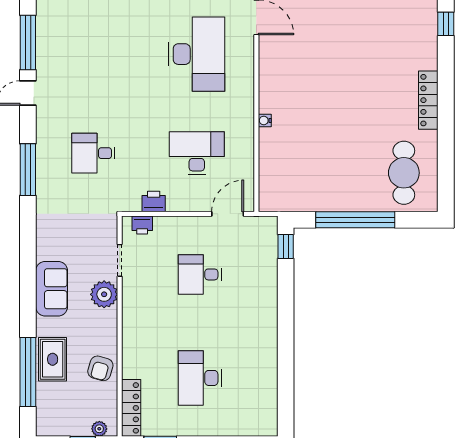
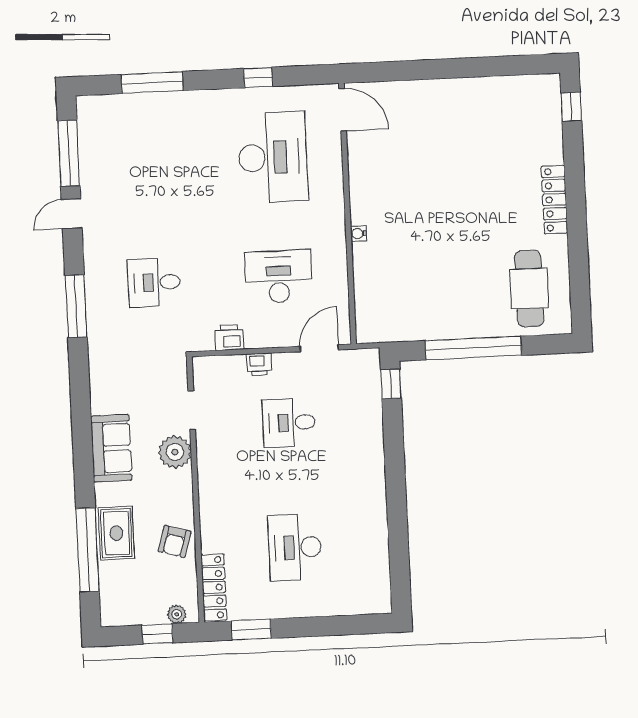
printer: (142, 225) -> (259, 364), moved

